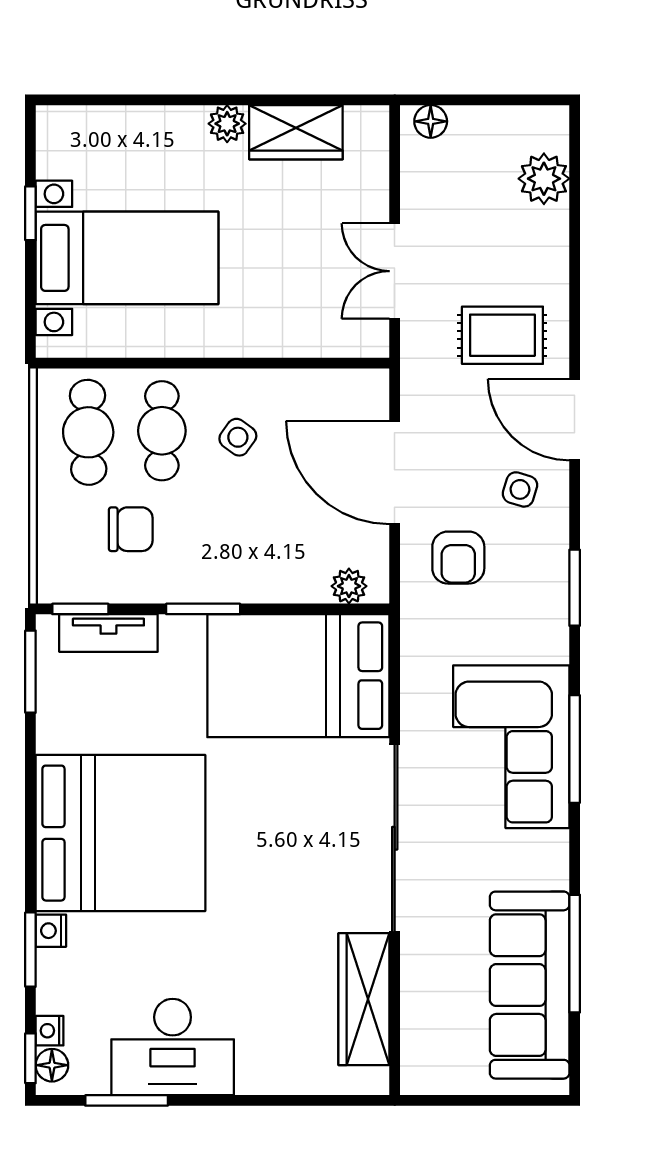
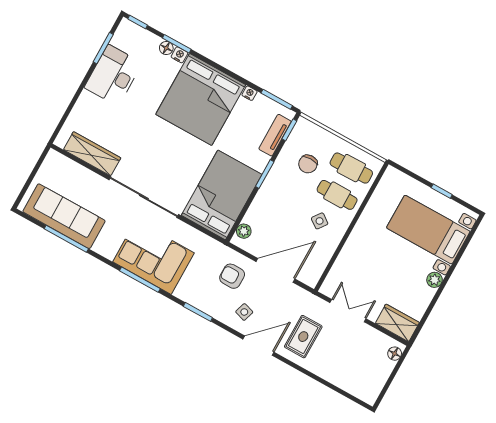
wardrobe: (296, 132) -> (397, 323), moved, turned 90
plant: (544, 179) -> (351, 383), removed
bed with nightstands: (127, 258) -> (428, 230), moved, turned 90
nightstand: (50, 1031) -> (249, 93), moved
floor lamp: (52, 1065) -> (166, 48), moved

